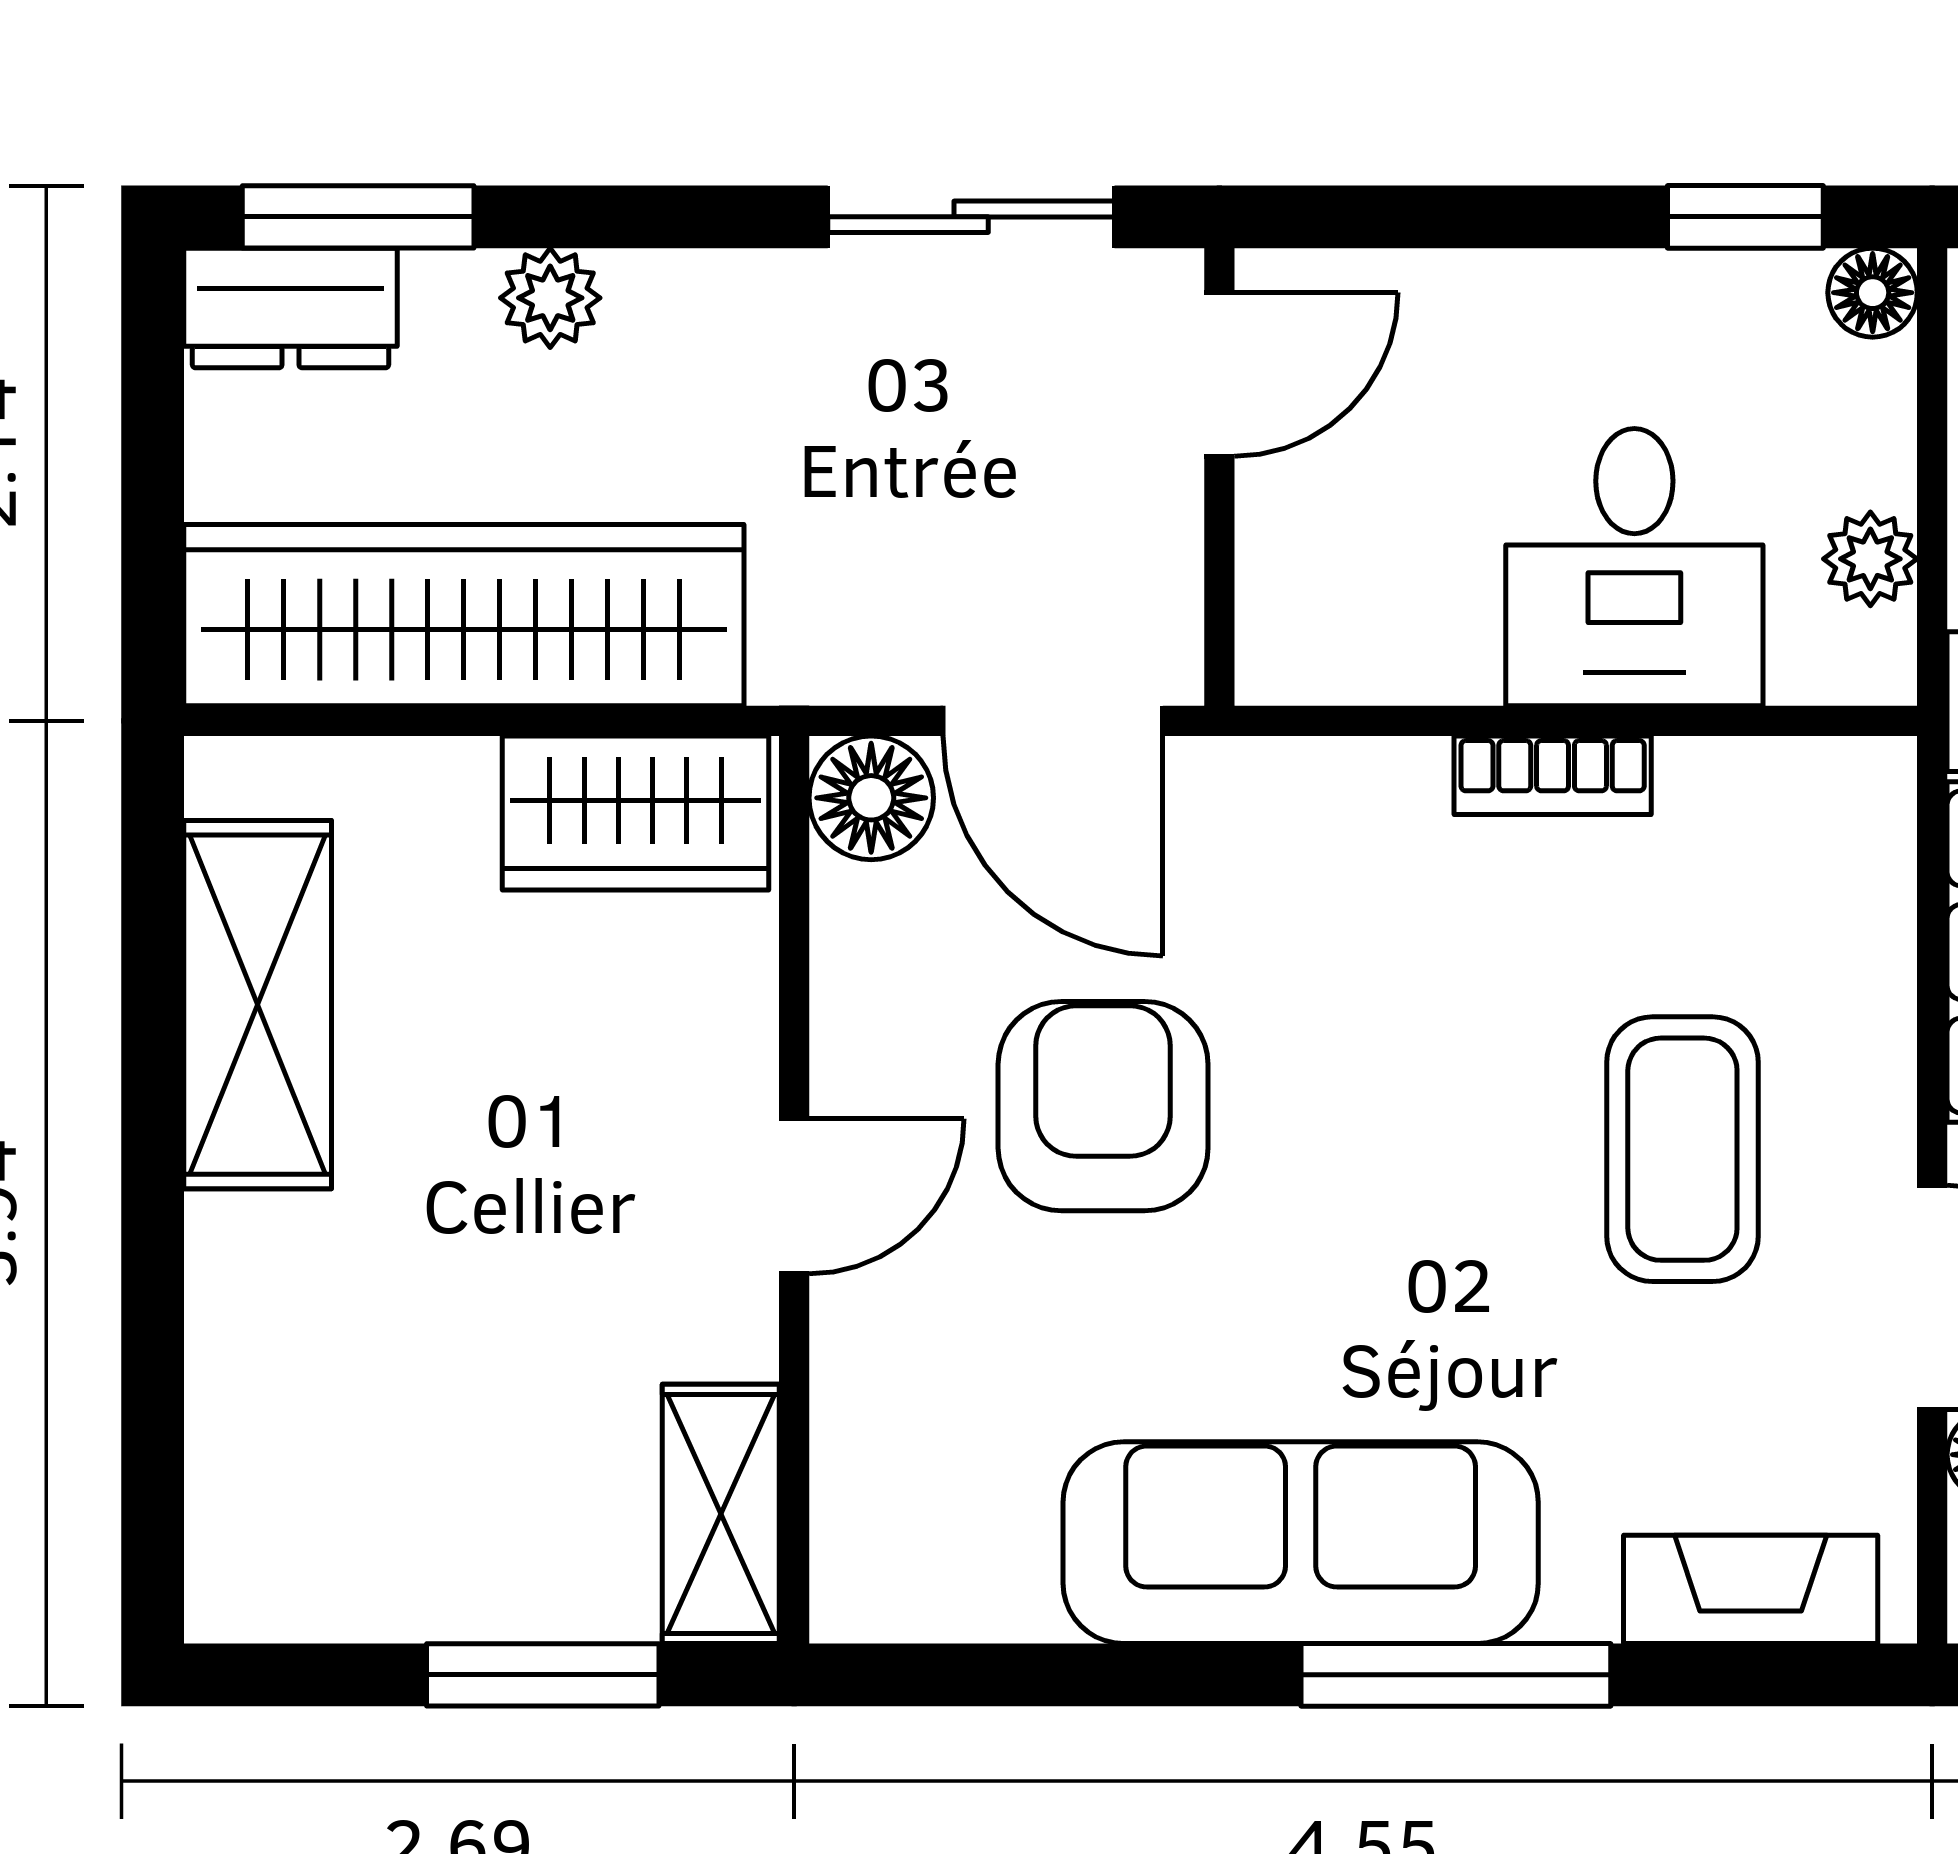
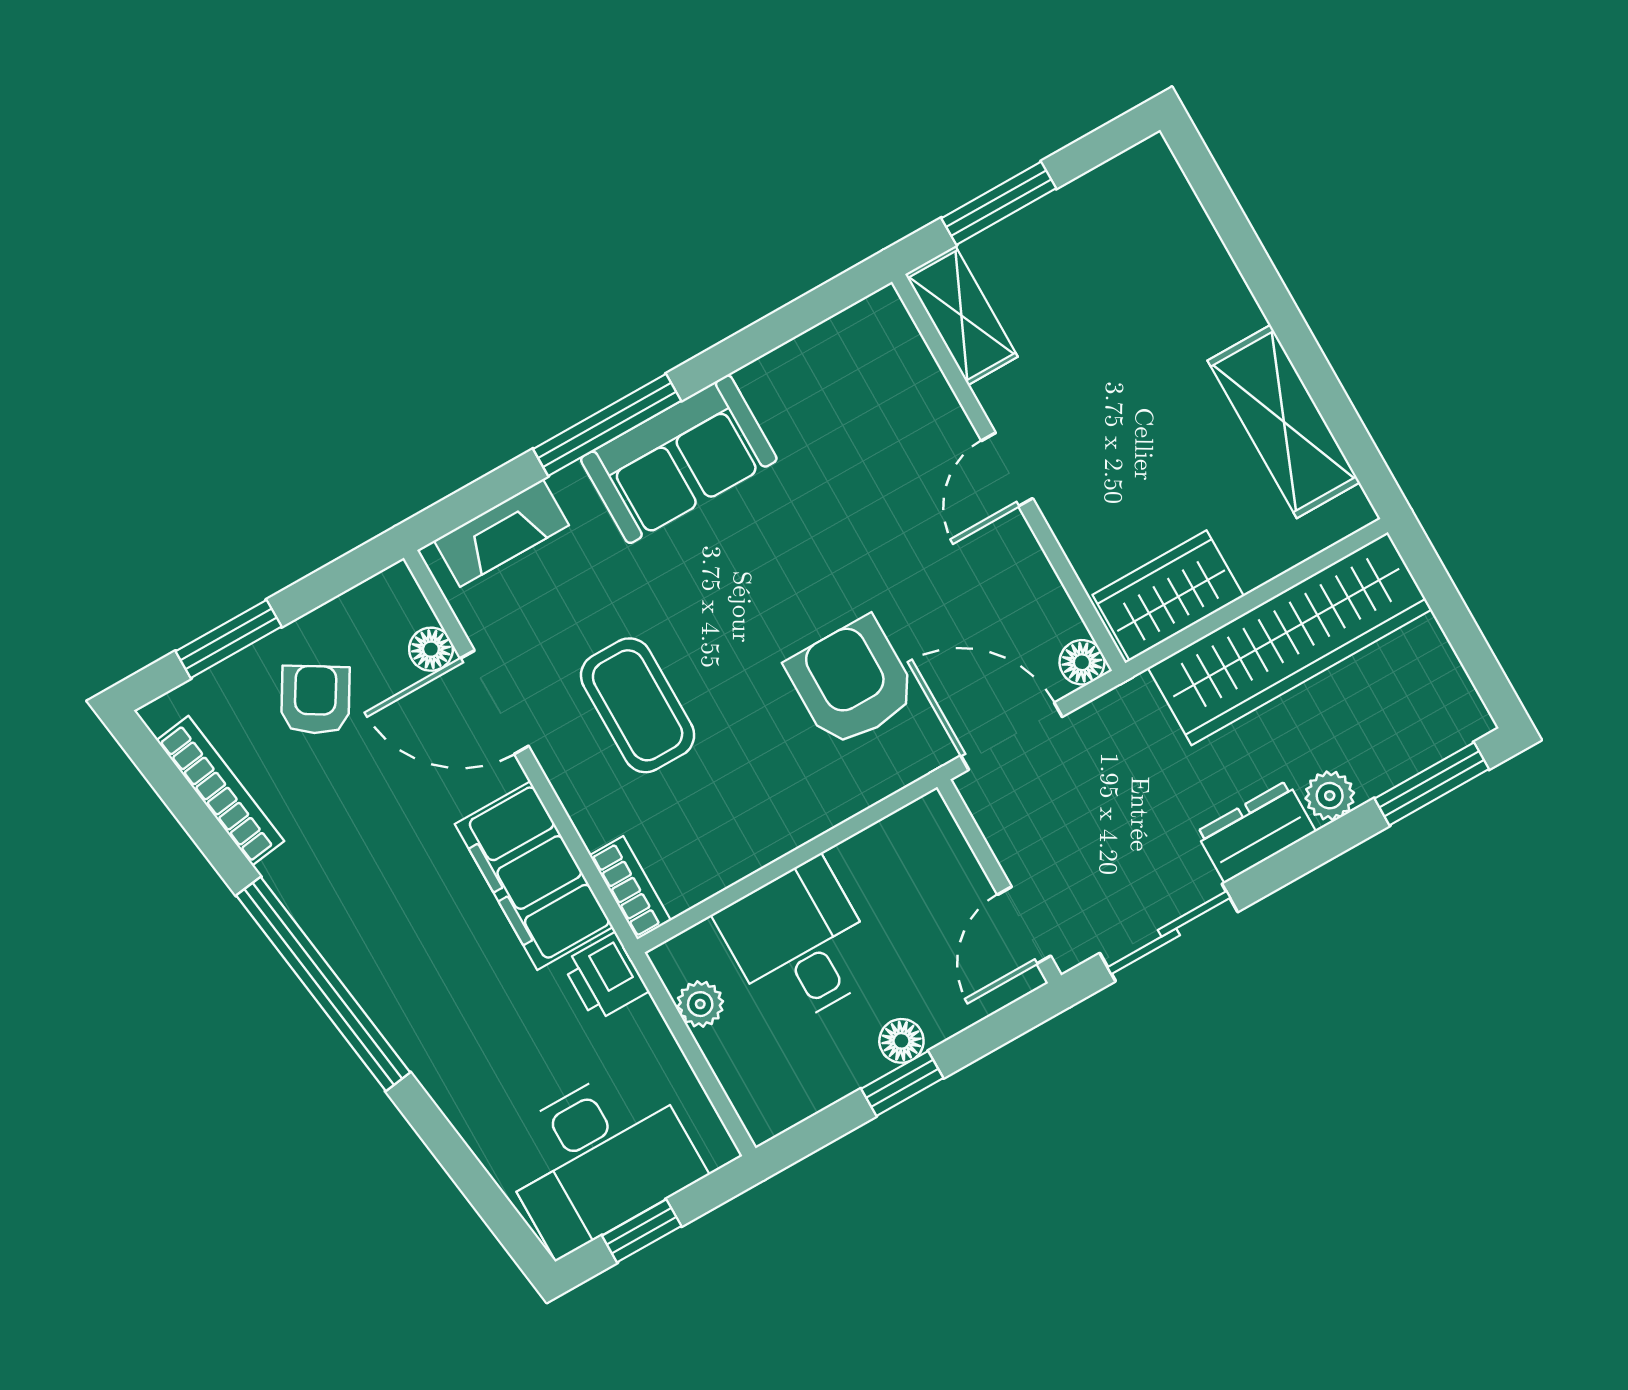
window: (1745, 217) -> (902, 1083), moved
floor lamp: (1873, 293) -> (901, 1041), moved
dresser: (291, 308) -> (1256, 832), moved
bookcase: (1553, 775) -> (630, 888), moved, turned 90
floor lamp: (871, 798) -> (1082, 662), width x0.73, depth x0.73
armchair: (1103, 1106) -> (852, 682), moved, turned 180
sofa: (1301, 1543) -> (679, 459), width x0.73

